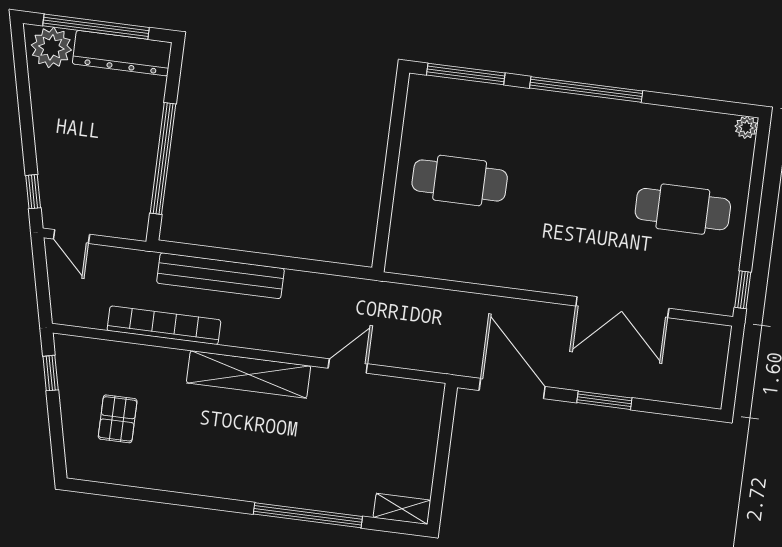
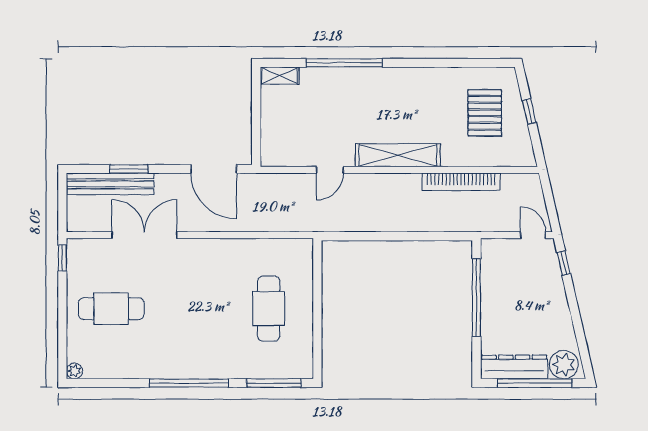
cafe table: (460, 180) -> (269, 309), turned 90
bench: (220, 276) -> (110, 184), moved
window: (51, 373) -> (529, 111), moved
window: (604, 400) -> (129, 169), moved
pallet: (118, 419) -> (485, 113), width x1.50, depth x1.42

